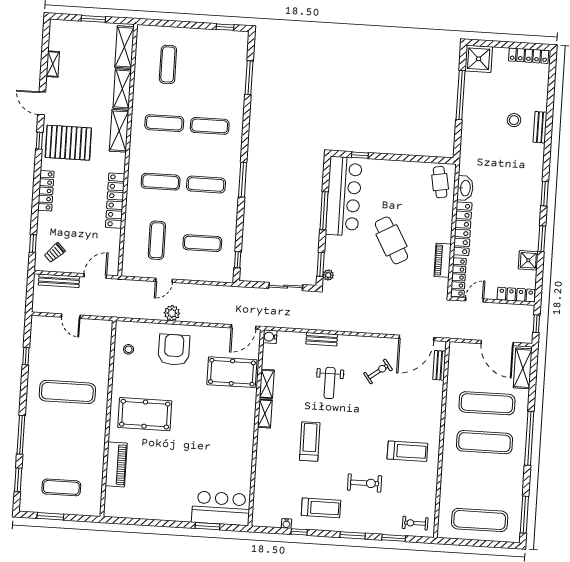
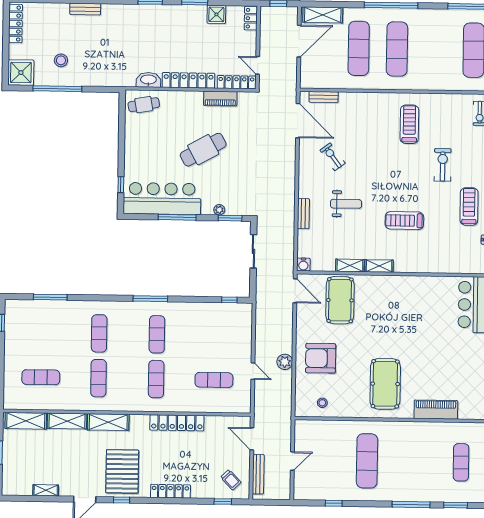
stool: (514, 120) -> (61, 60), moved
exercise mat: (202, 243) -> (215, 335), removed
plant: (328, 275) -> (219, 210), moved
locker: (516, 295) -> (251, 18), width x0.66

